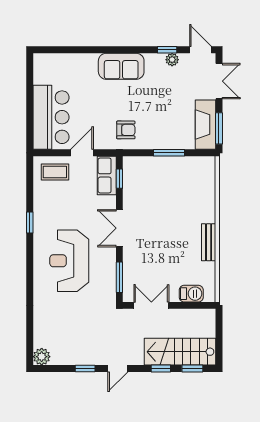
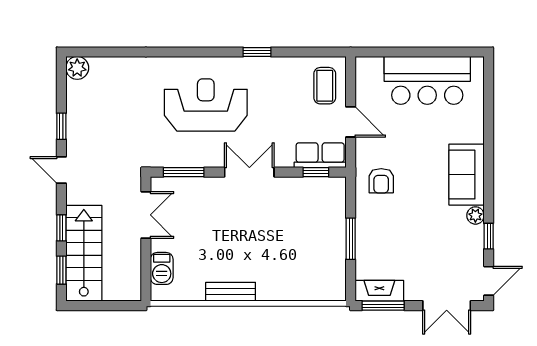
plant: (172, 60) -> (475, 215), moved
bar counter: (51, 117) -> (427, 80), moved
fireplace: (205, 125) -> (379, 291), width x0.73, depth x0.76

